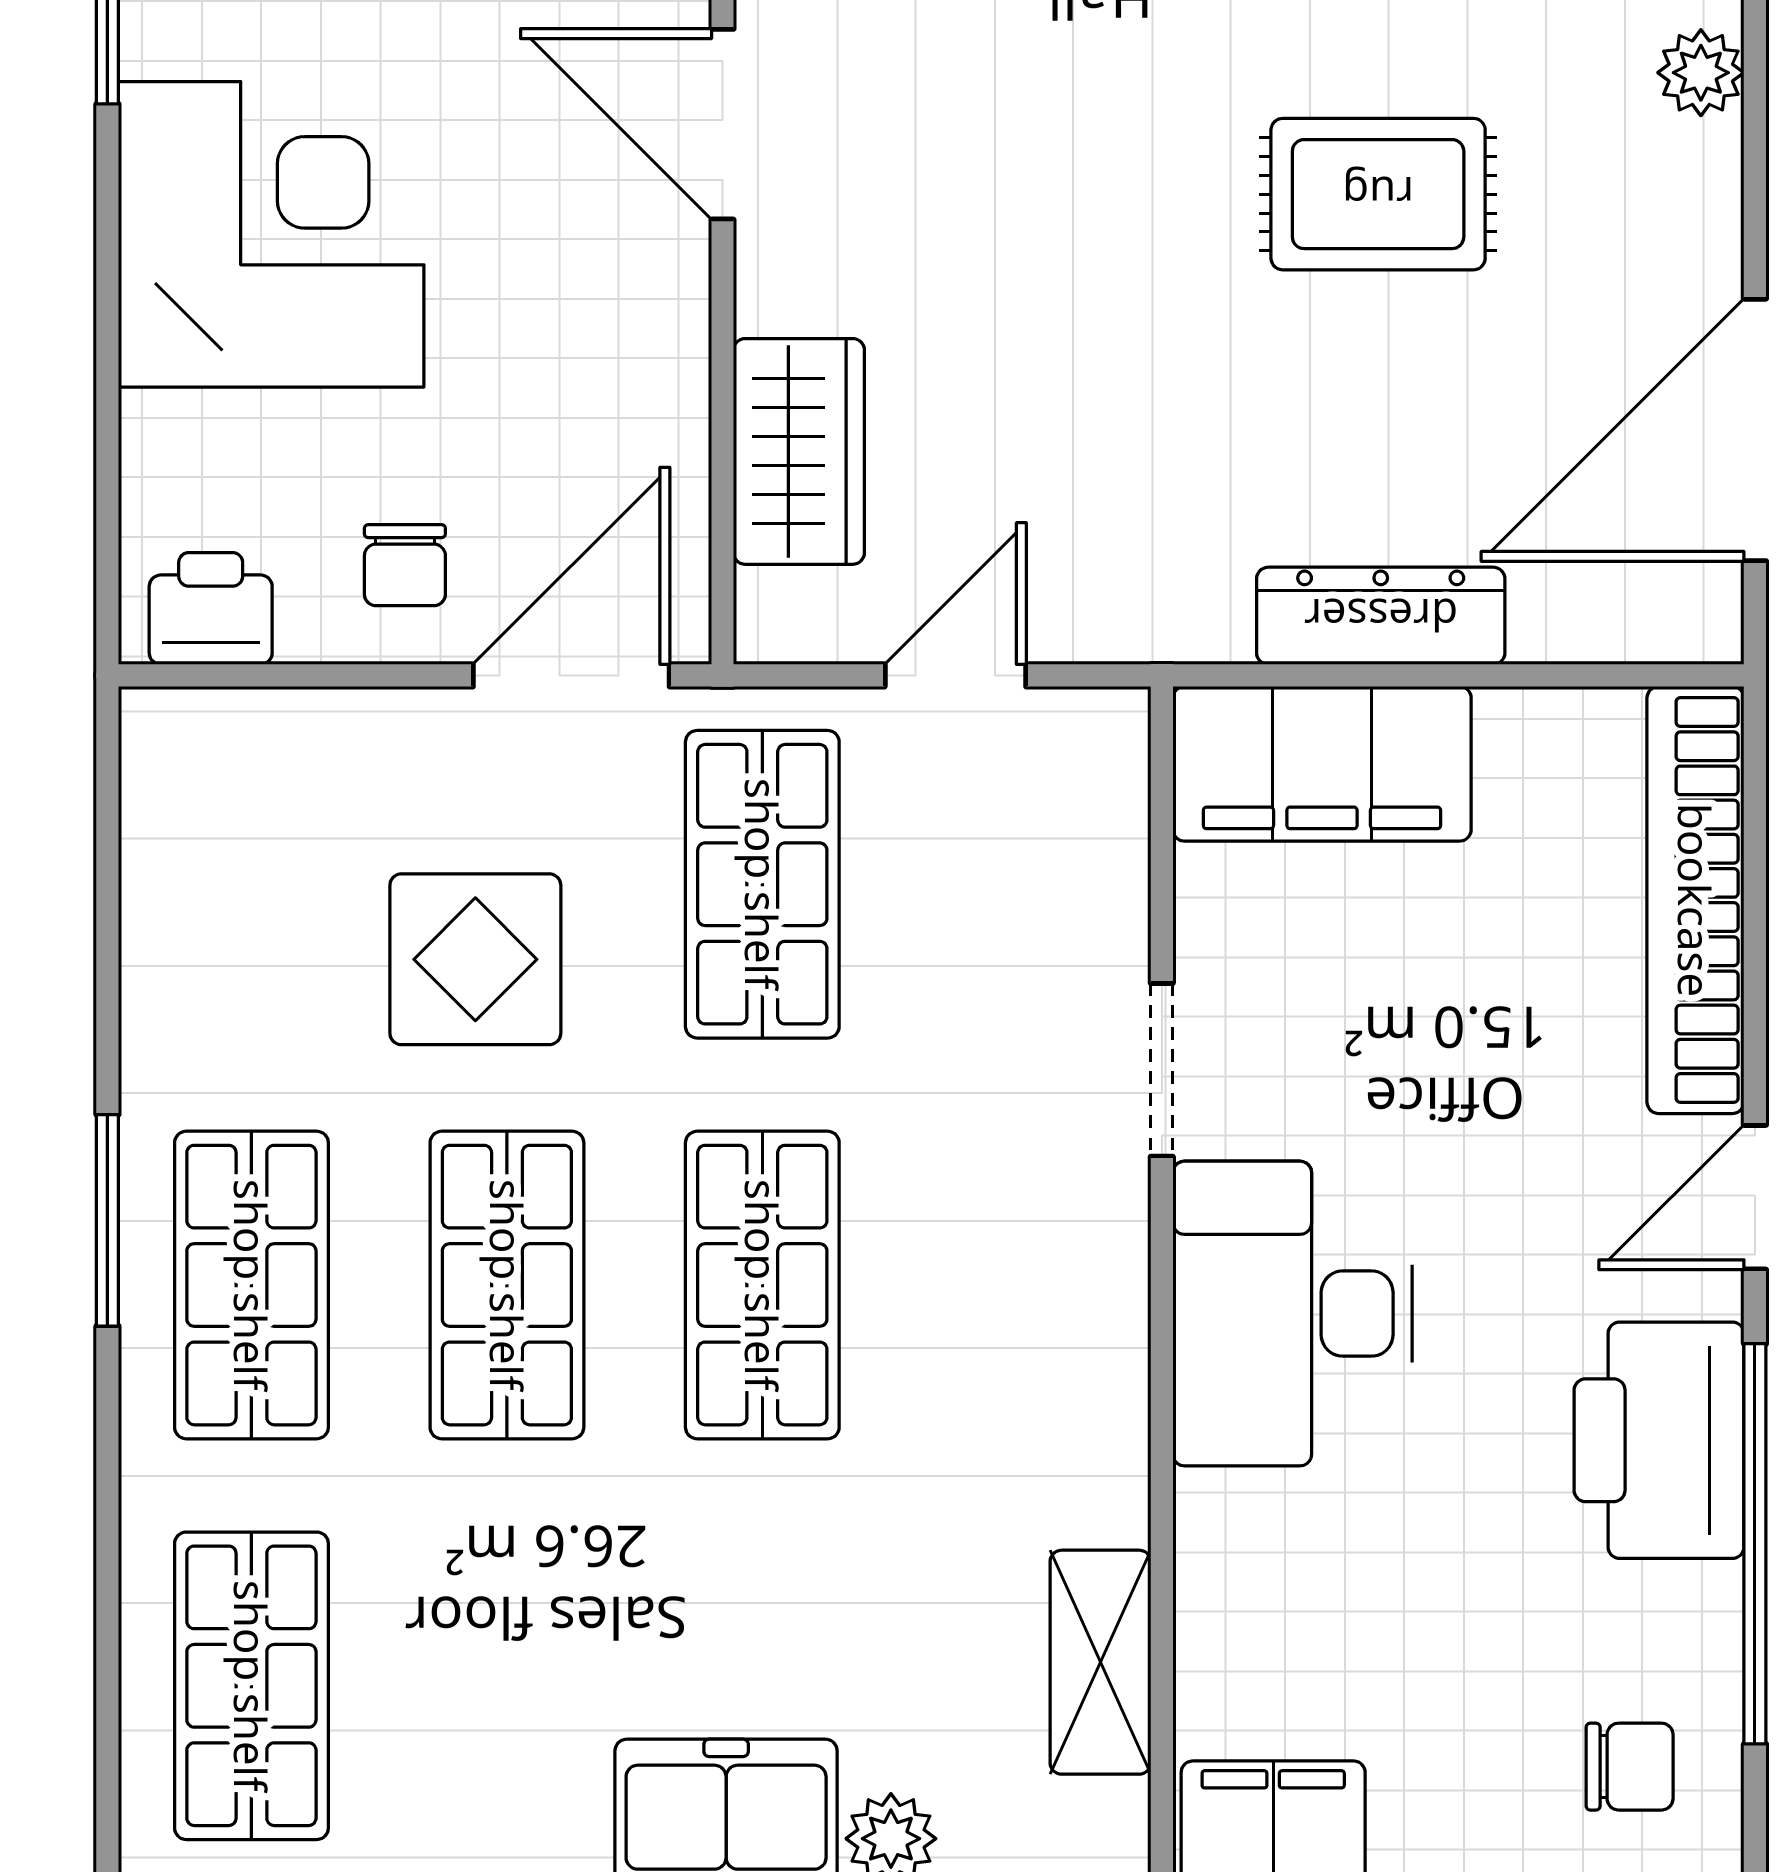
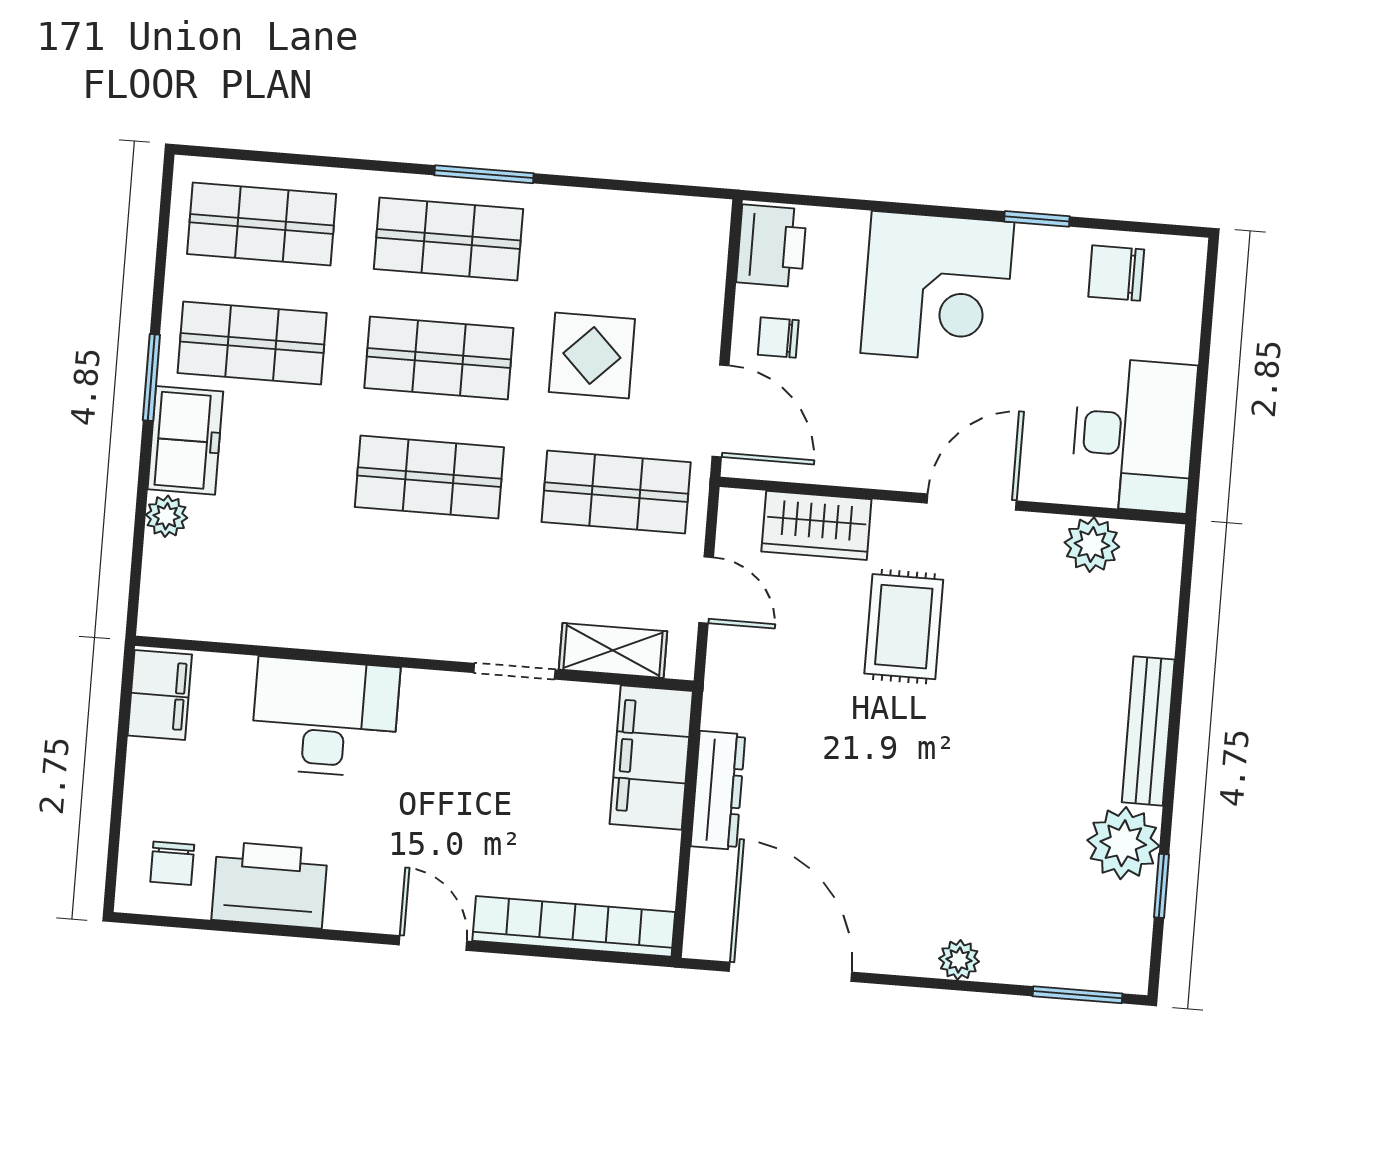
rug: (1378, 194) -> (904, 627), moved
printer: (211, 609) -> (772, 246), width x1.36, depth x1.24
desk: (1292, 1314) -> (325, 717), moved
printer: (1659, 1440) -> (270, 885), moved
window: (1755, 1544) -> (271, 930), removed
shelving: (1100, 1662) -> (613, 650), moved
shop shelf: (507, 1686) -> (252, 343), added

